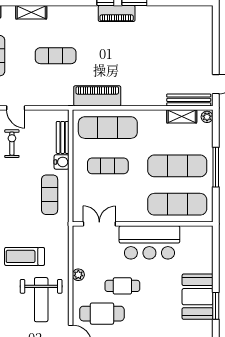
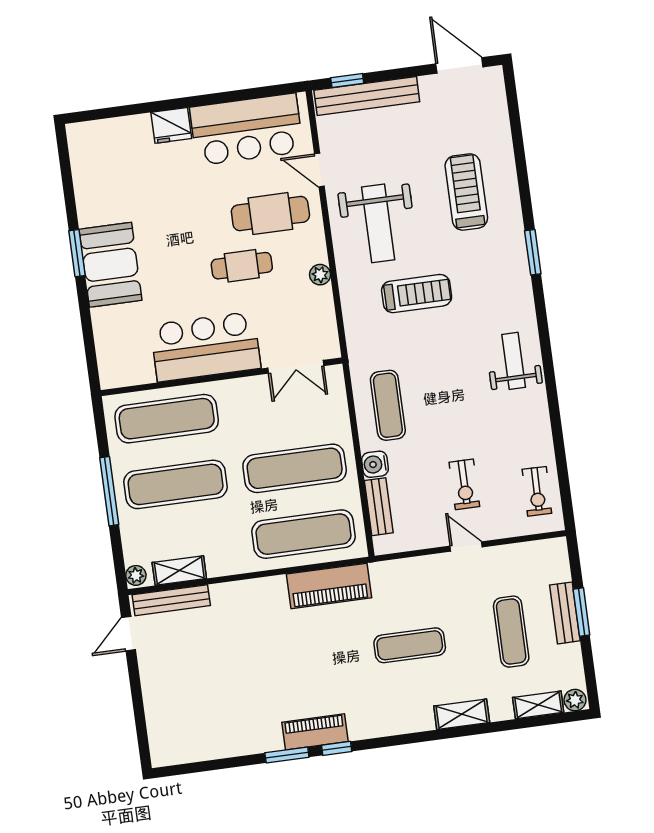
exercise mat: (108, 166) -> (295, 468), width x1.36, depth x1.45
weight bench: (41, 300) -> (378, 223), turned 180

